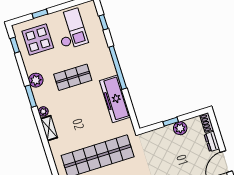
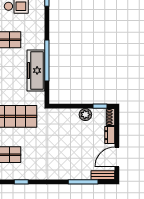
window: (118, 68) -> (47, 61), moved
window: (171, 122) -> (100, 106), moved

